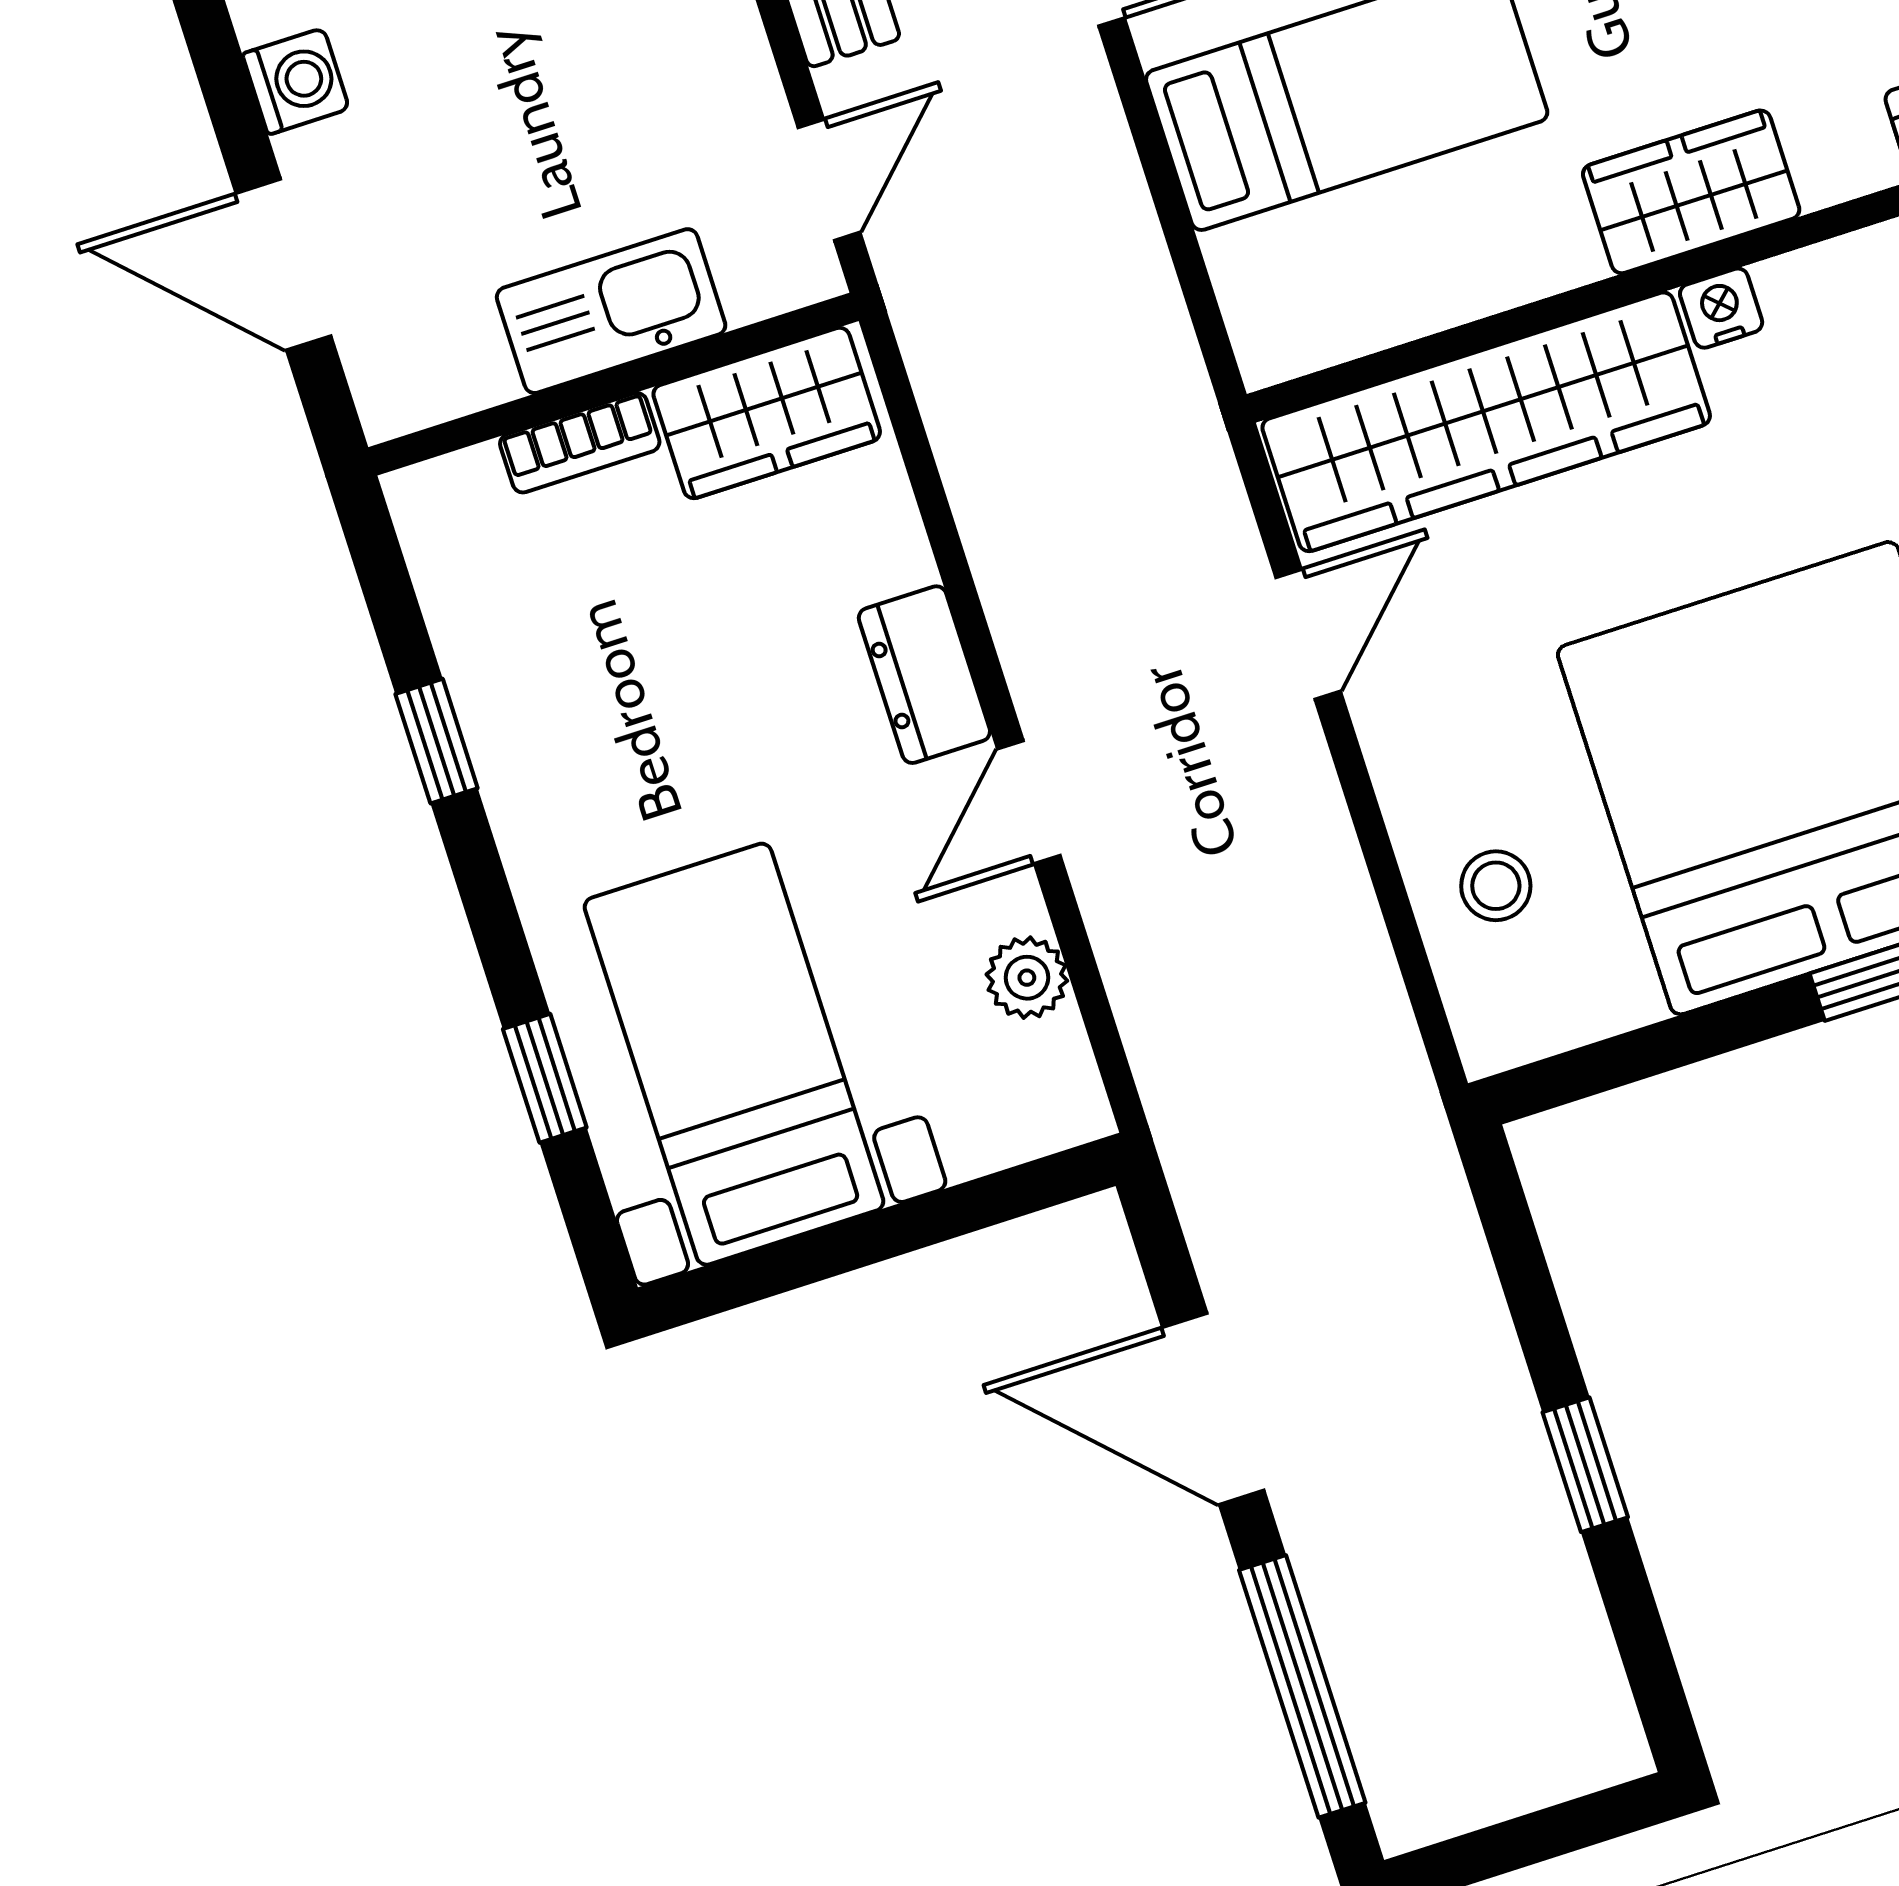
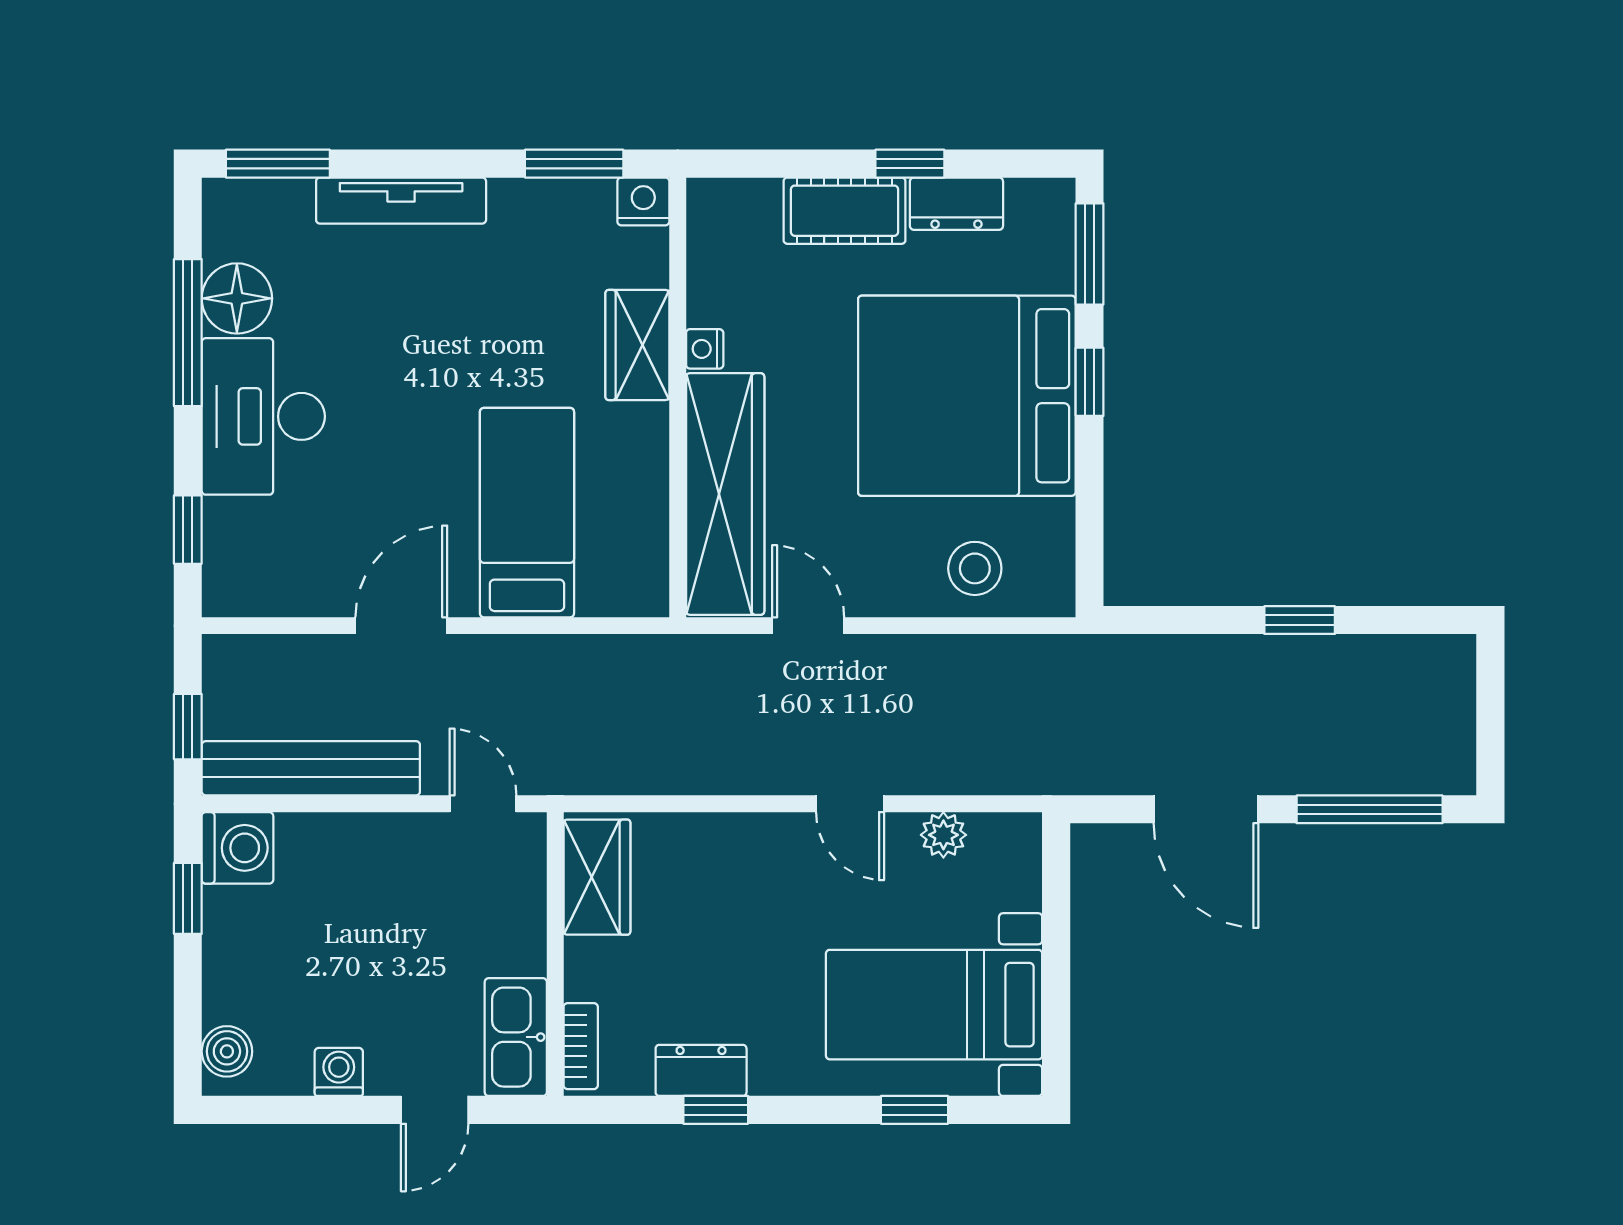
door: (284, 265) -> (435, 1110), width x0.73
kitchen sink: (611, 311) -> (516, 1037), moved
bookcase: (580, 443) -> (581, 1046), moved
dresser: (924, 675) -> (701, 1070), moved, turned 180
stool: (1496, 886) -> (975, 568), width x1.37, depth x1.37
door: (1213, 1409) -> (1206, 809), hinge flipped

